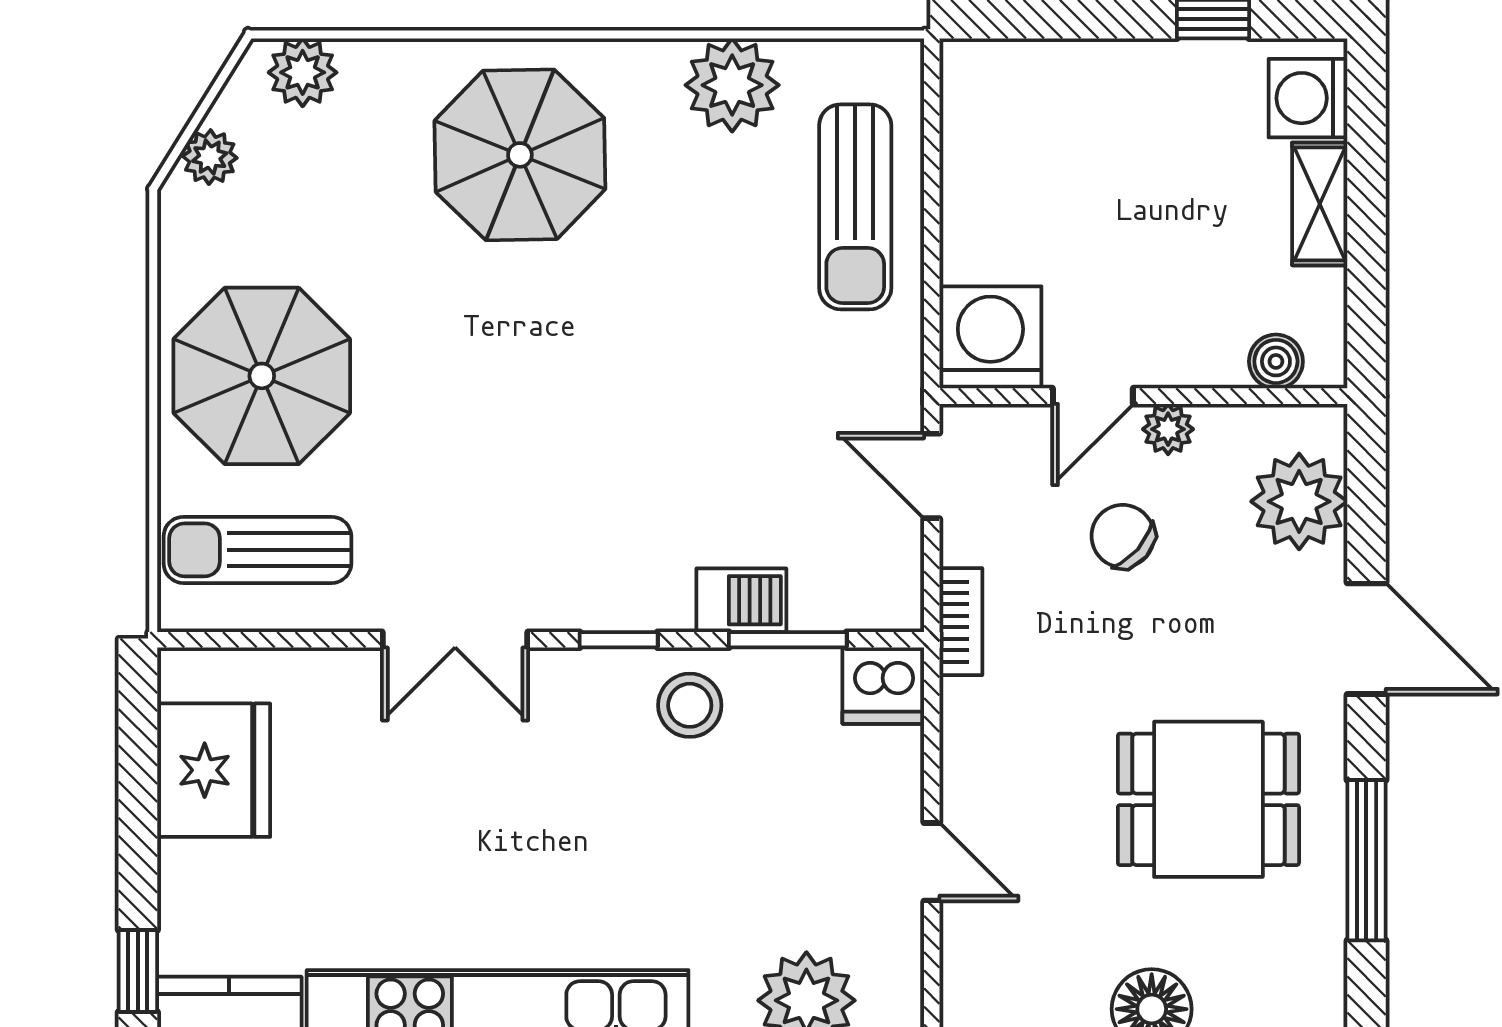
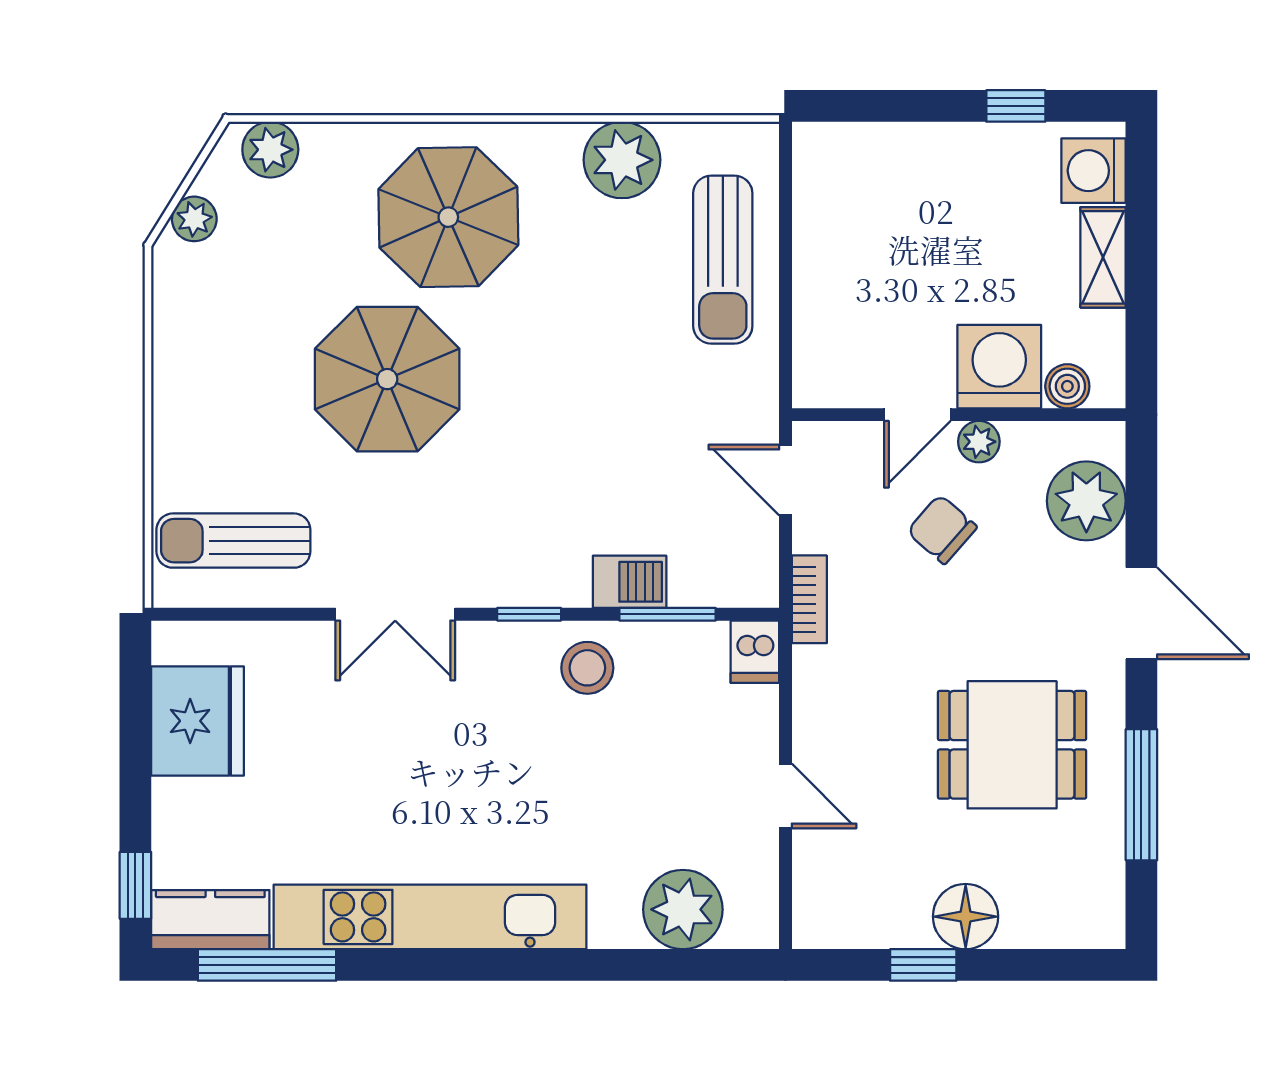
washing machine: (990, 337) -> (999, 367), moved
parasol: (262, 376) -> (387, 379), moved
dishwasher: (883, 686) -> (755, 652), width x0.73

